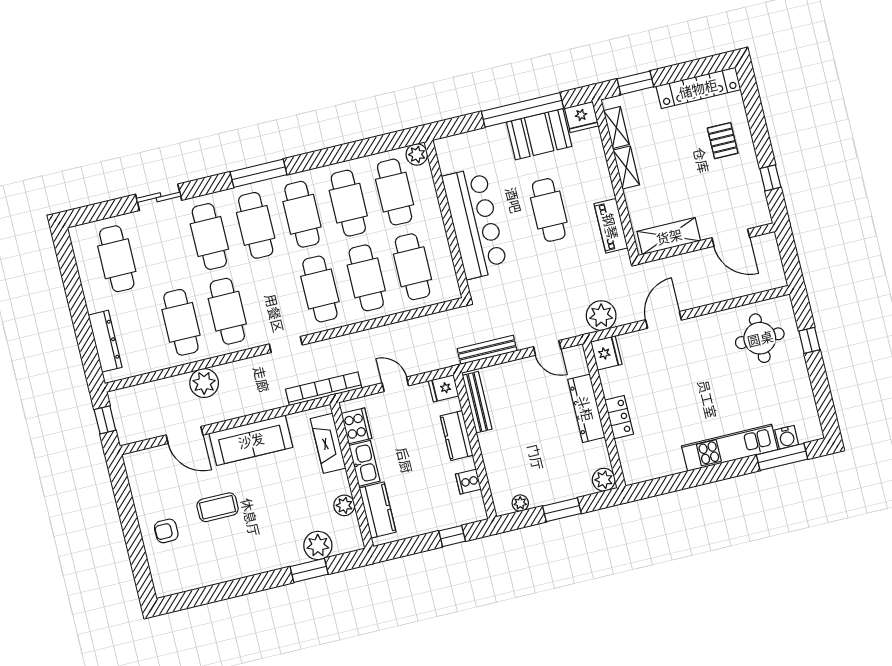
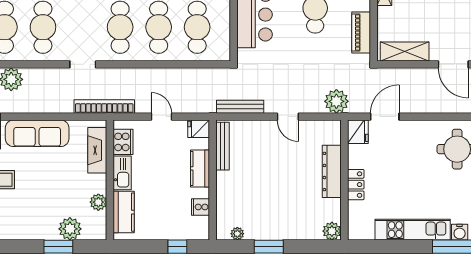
fridge: (606, 353) -> (358, 132), moved
dresser: (586, 408) -> (332, 171), moved
wall: (604, 415) -> (344, 180), moved
locker: (619, 417) -> (356, 185), moved
plant: (604, 480) -> (332, 231), moved

